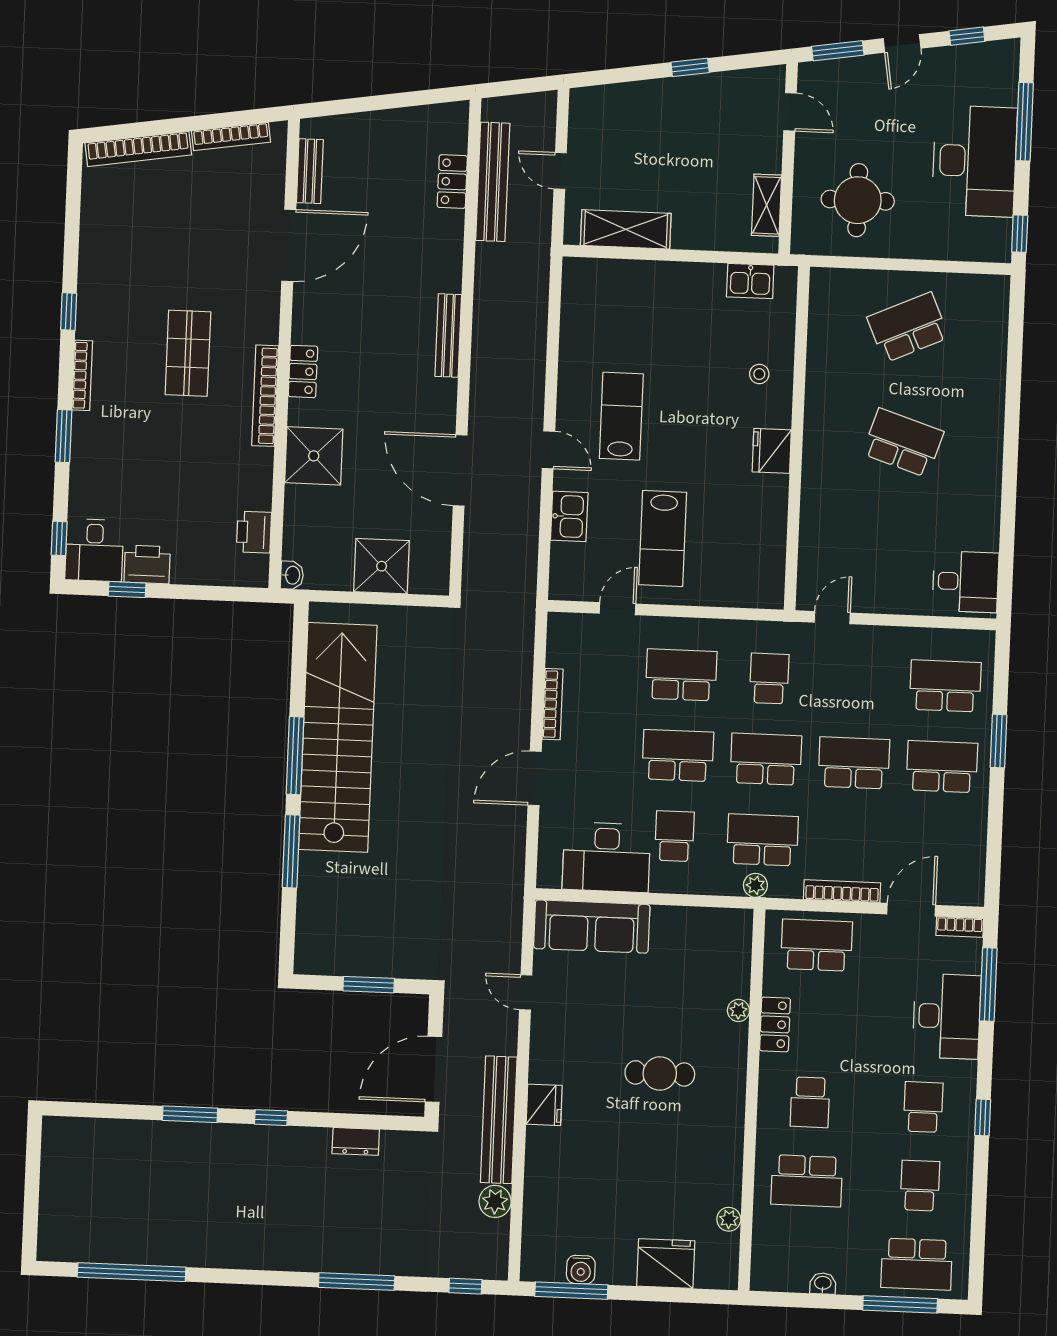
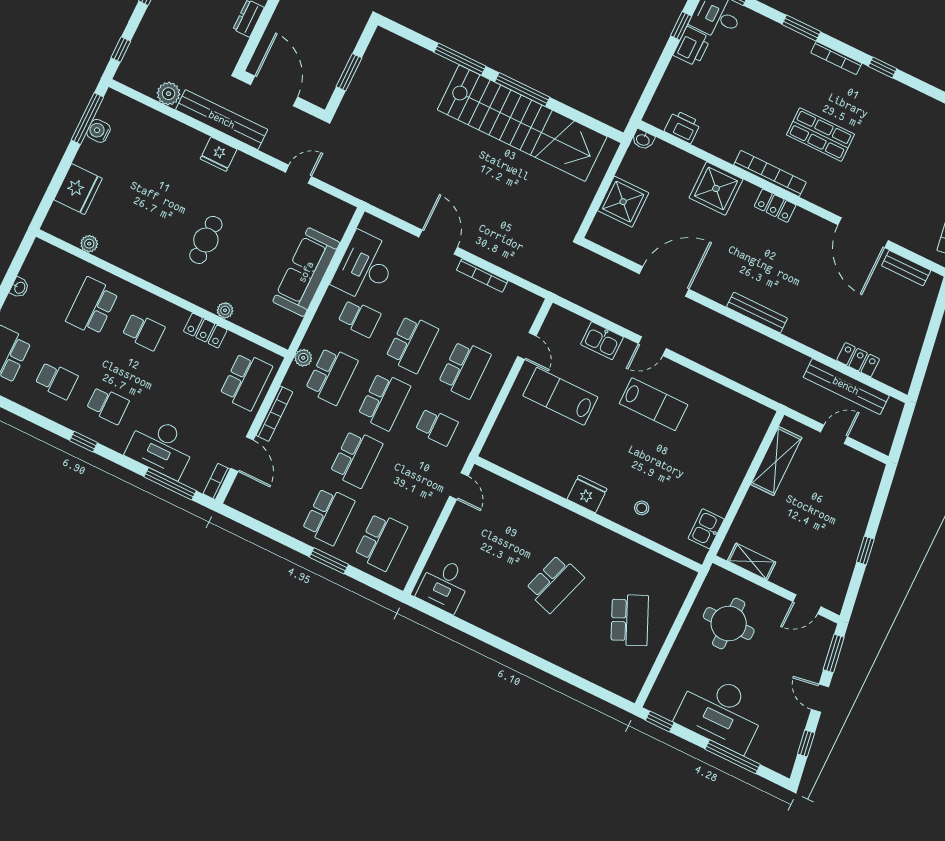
sofa: (592, 927) -> (306, 272), moved
school desk: (810, 1102) -> (143, 331), turned 180

